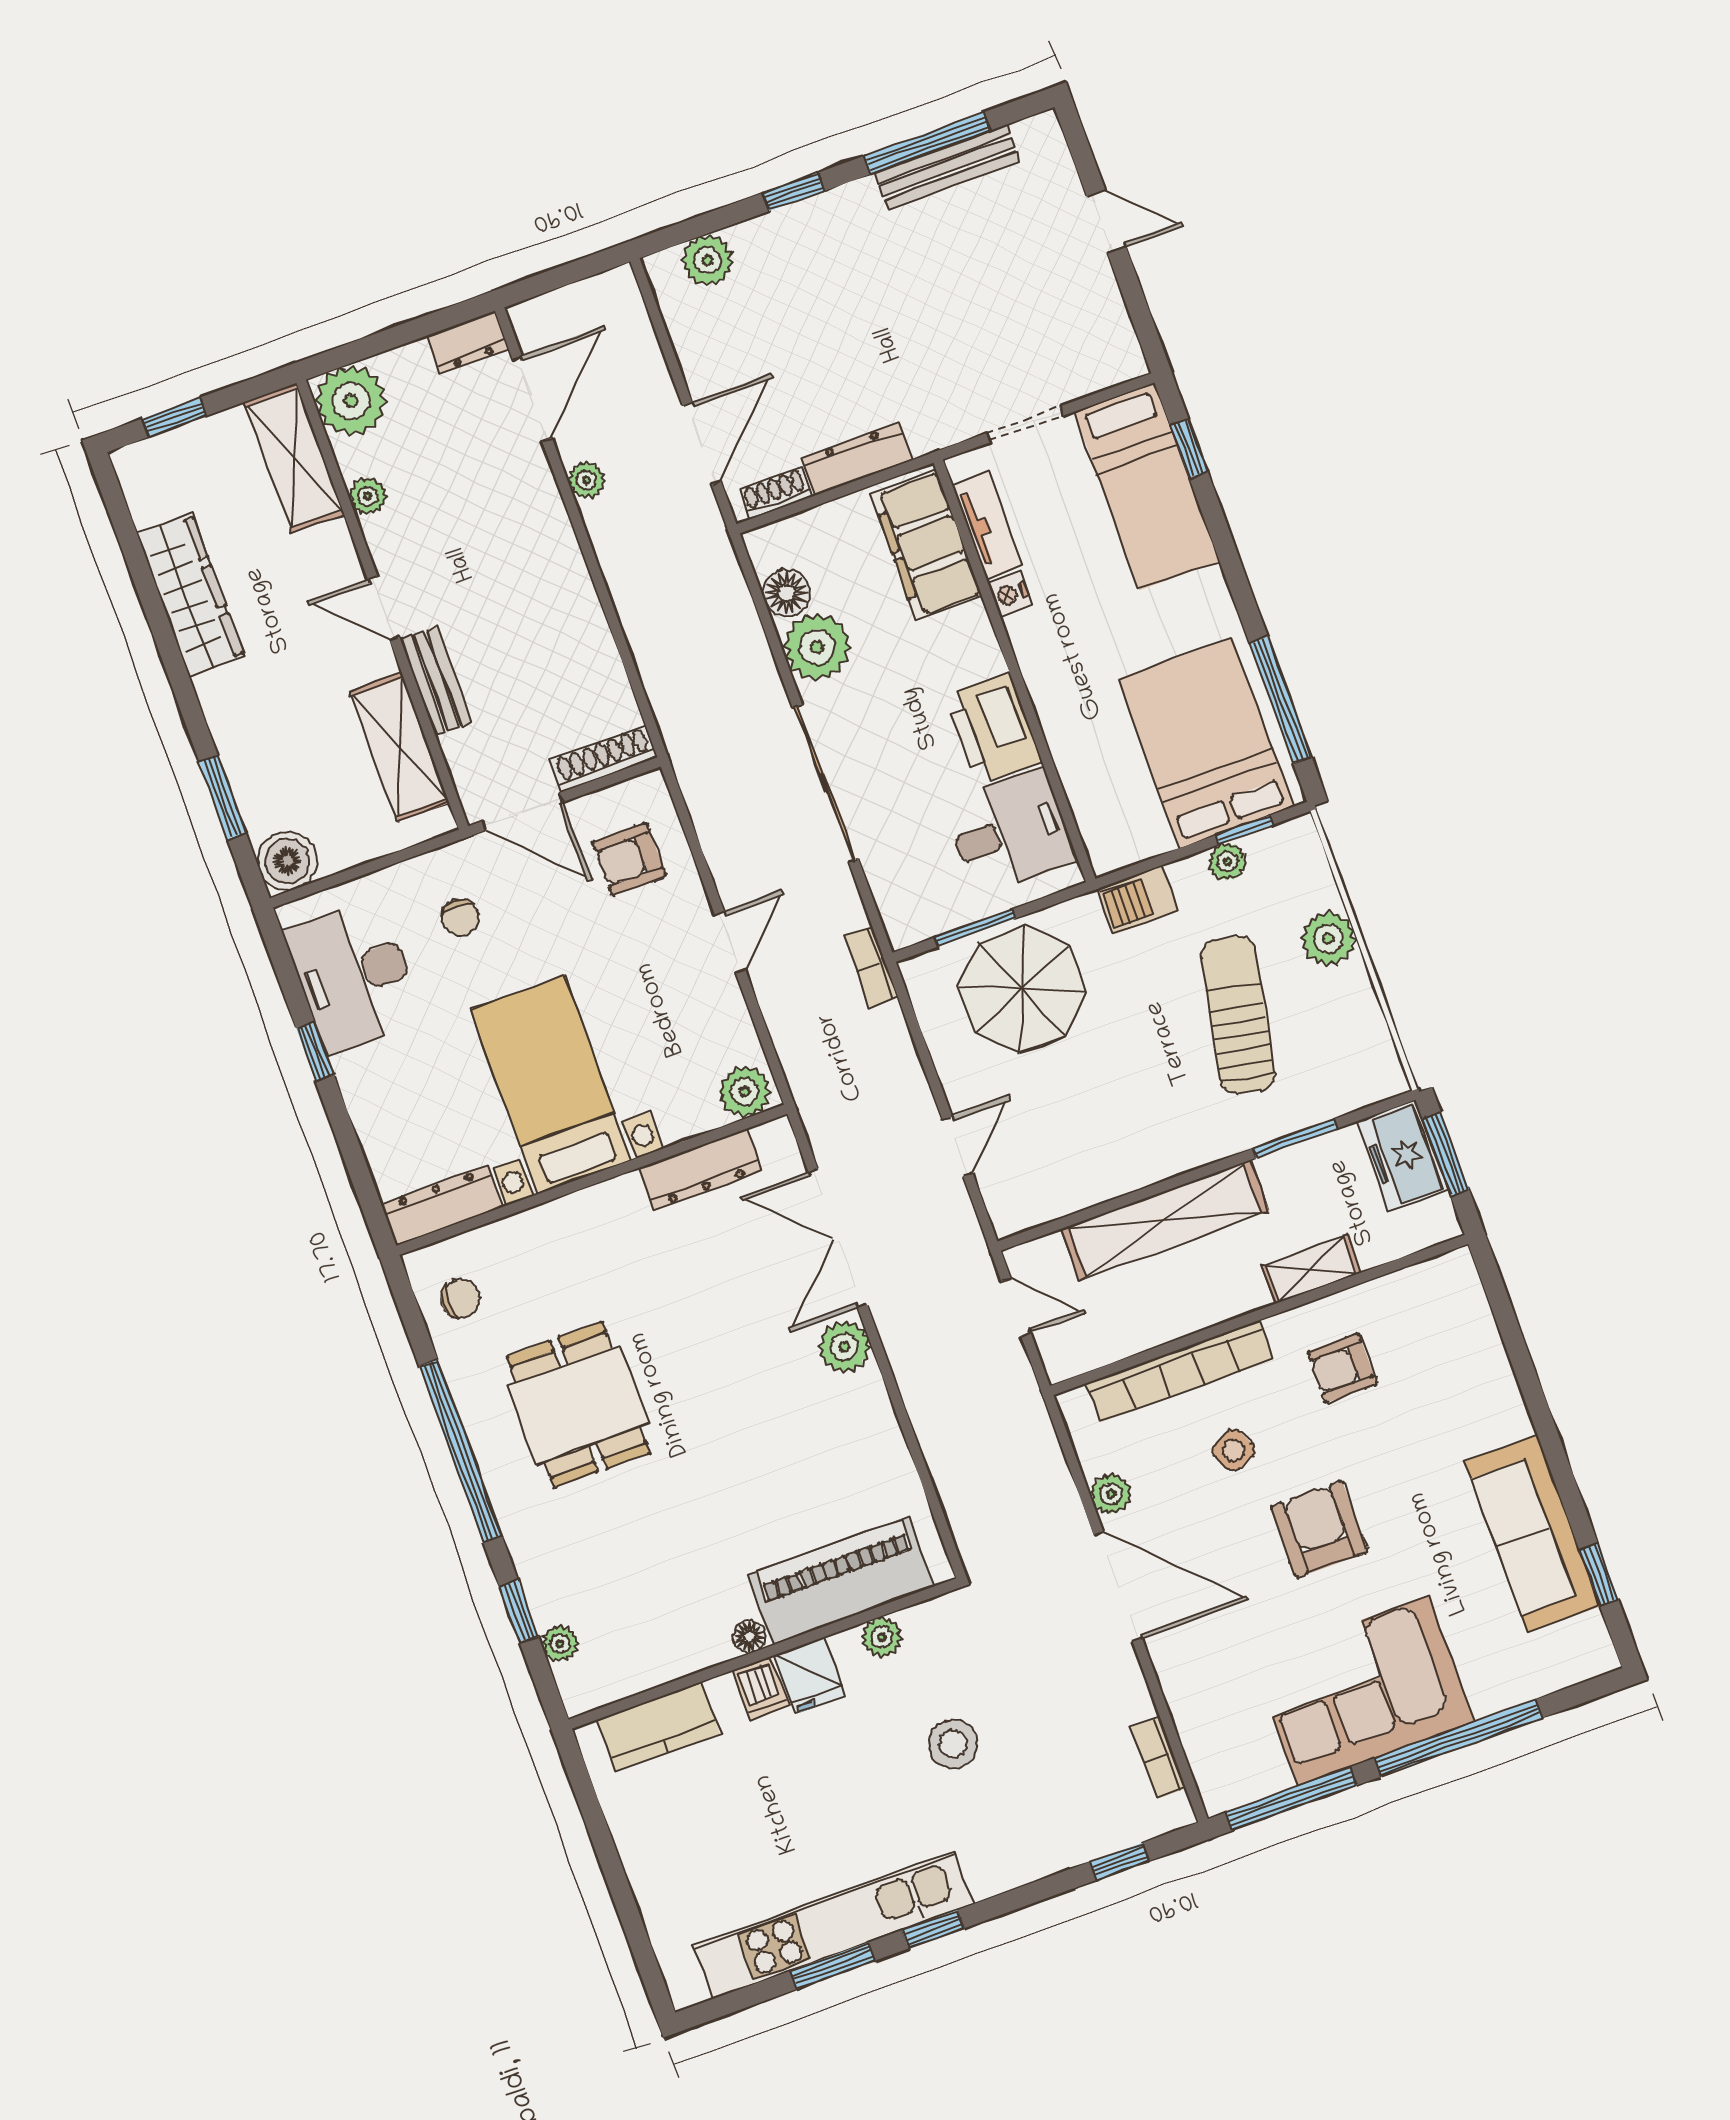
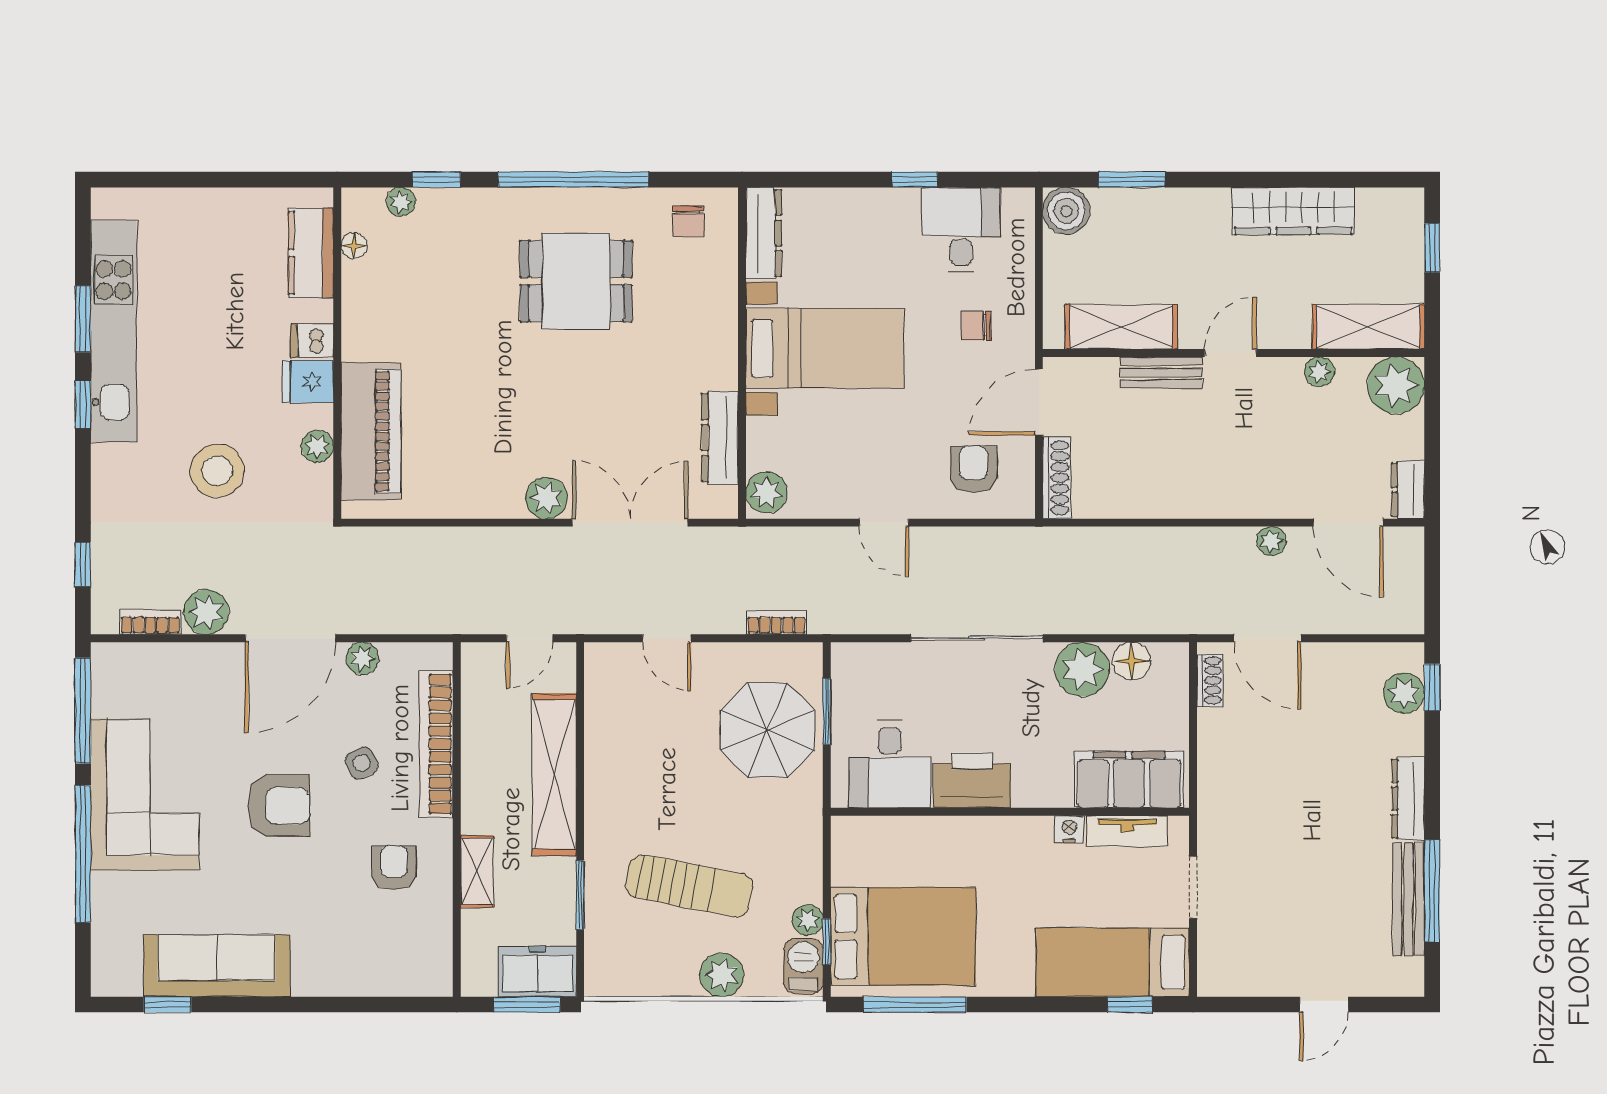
window: (794, 192) -> (1432, 687), moved
dresser: (857, 459) -> (1408, 799), moved, turned 180
barbecue: (1138, 900) -> (803, 966), moved
bookcase: (871, 967) -> (776, 622), moved
desk: (354, 976) -> (961, 229), width x0.73
floor lamp: (749, 1637) -> (354, 246), moved
plant: (1123, 1696) -> (206, 612), added
stool: (953, 1744) -> (217, 471), width x1.38, depth x1.38

